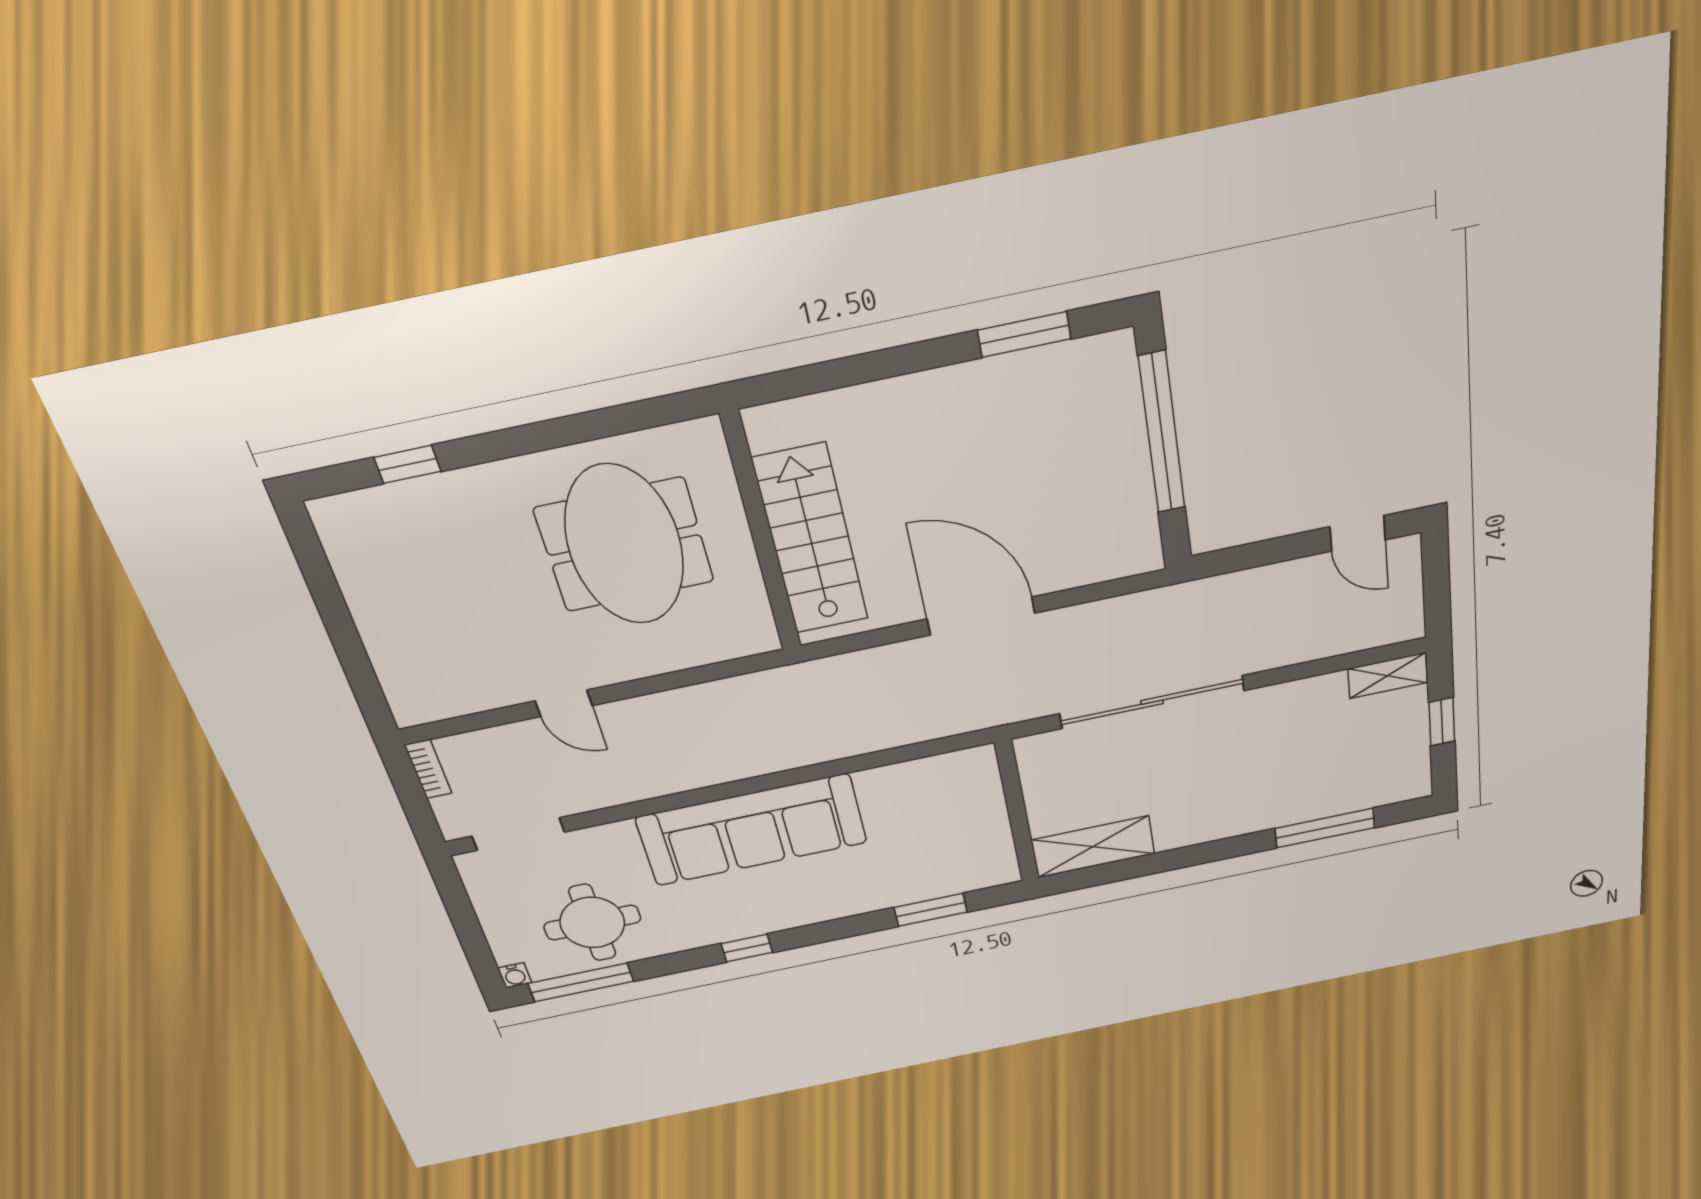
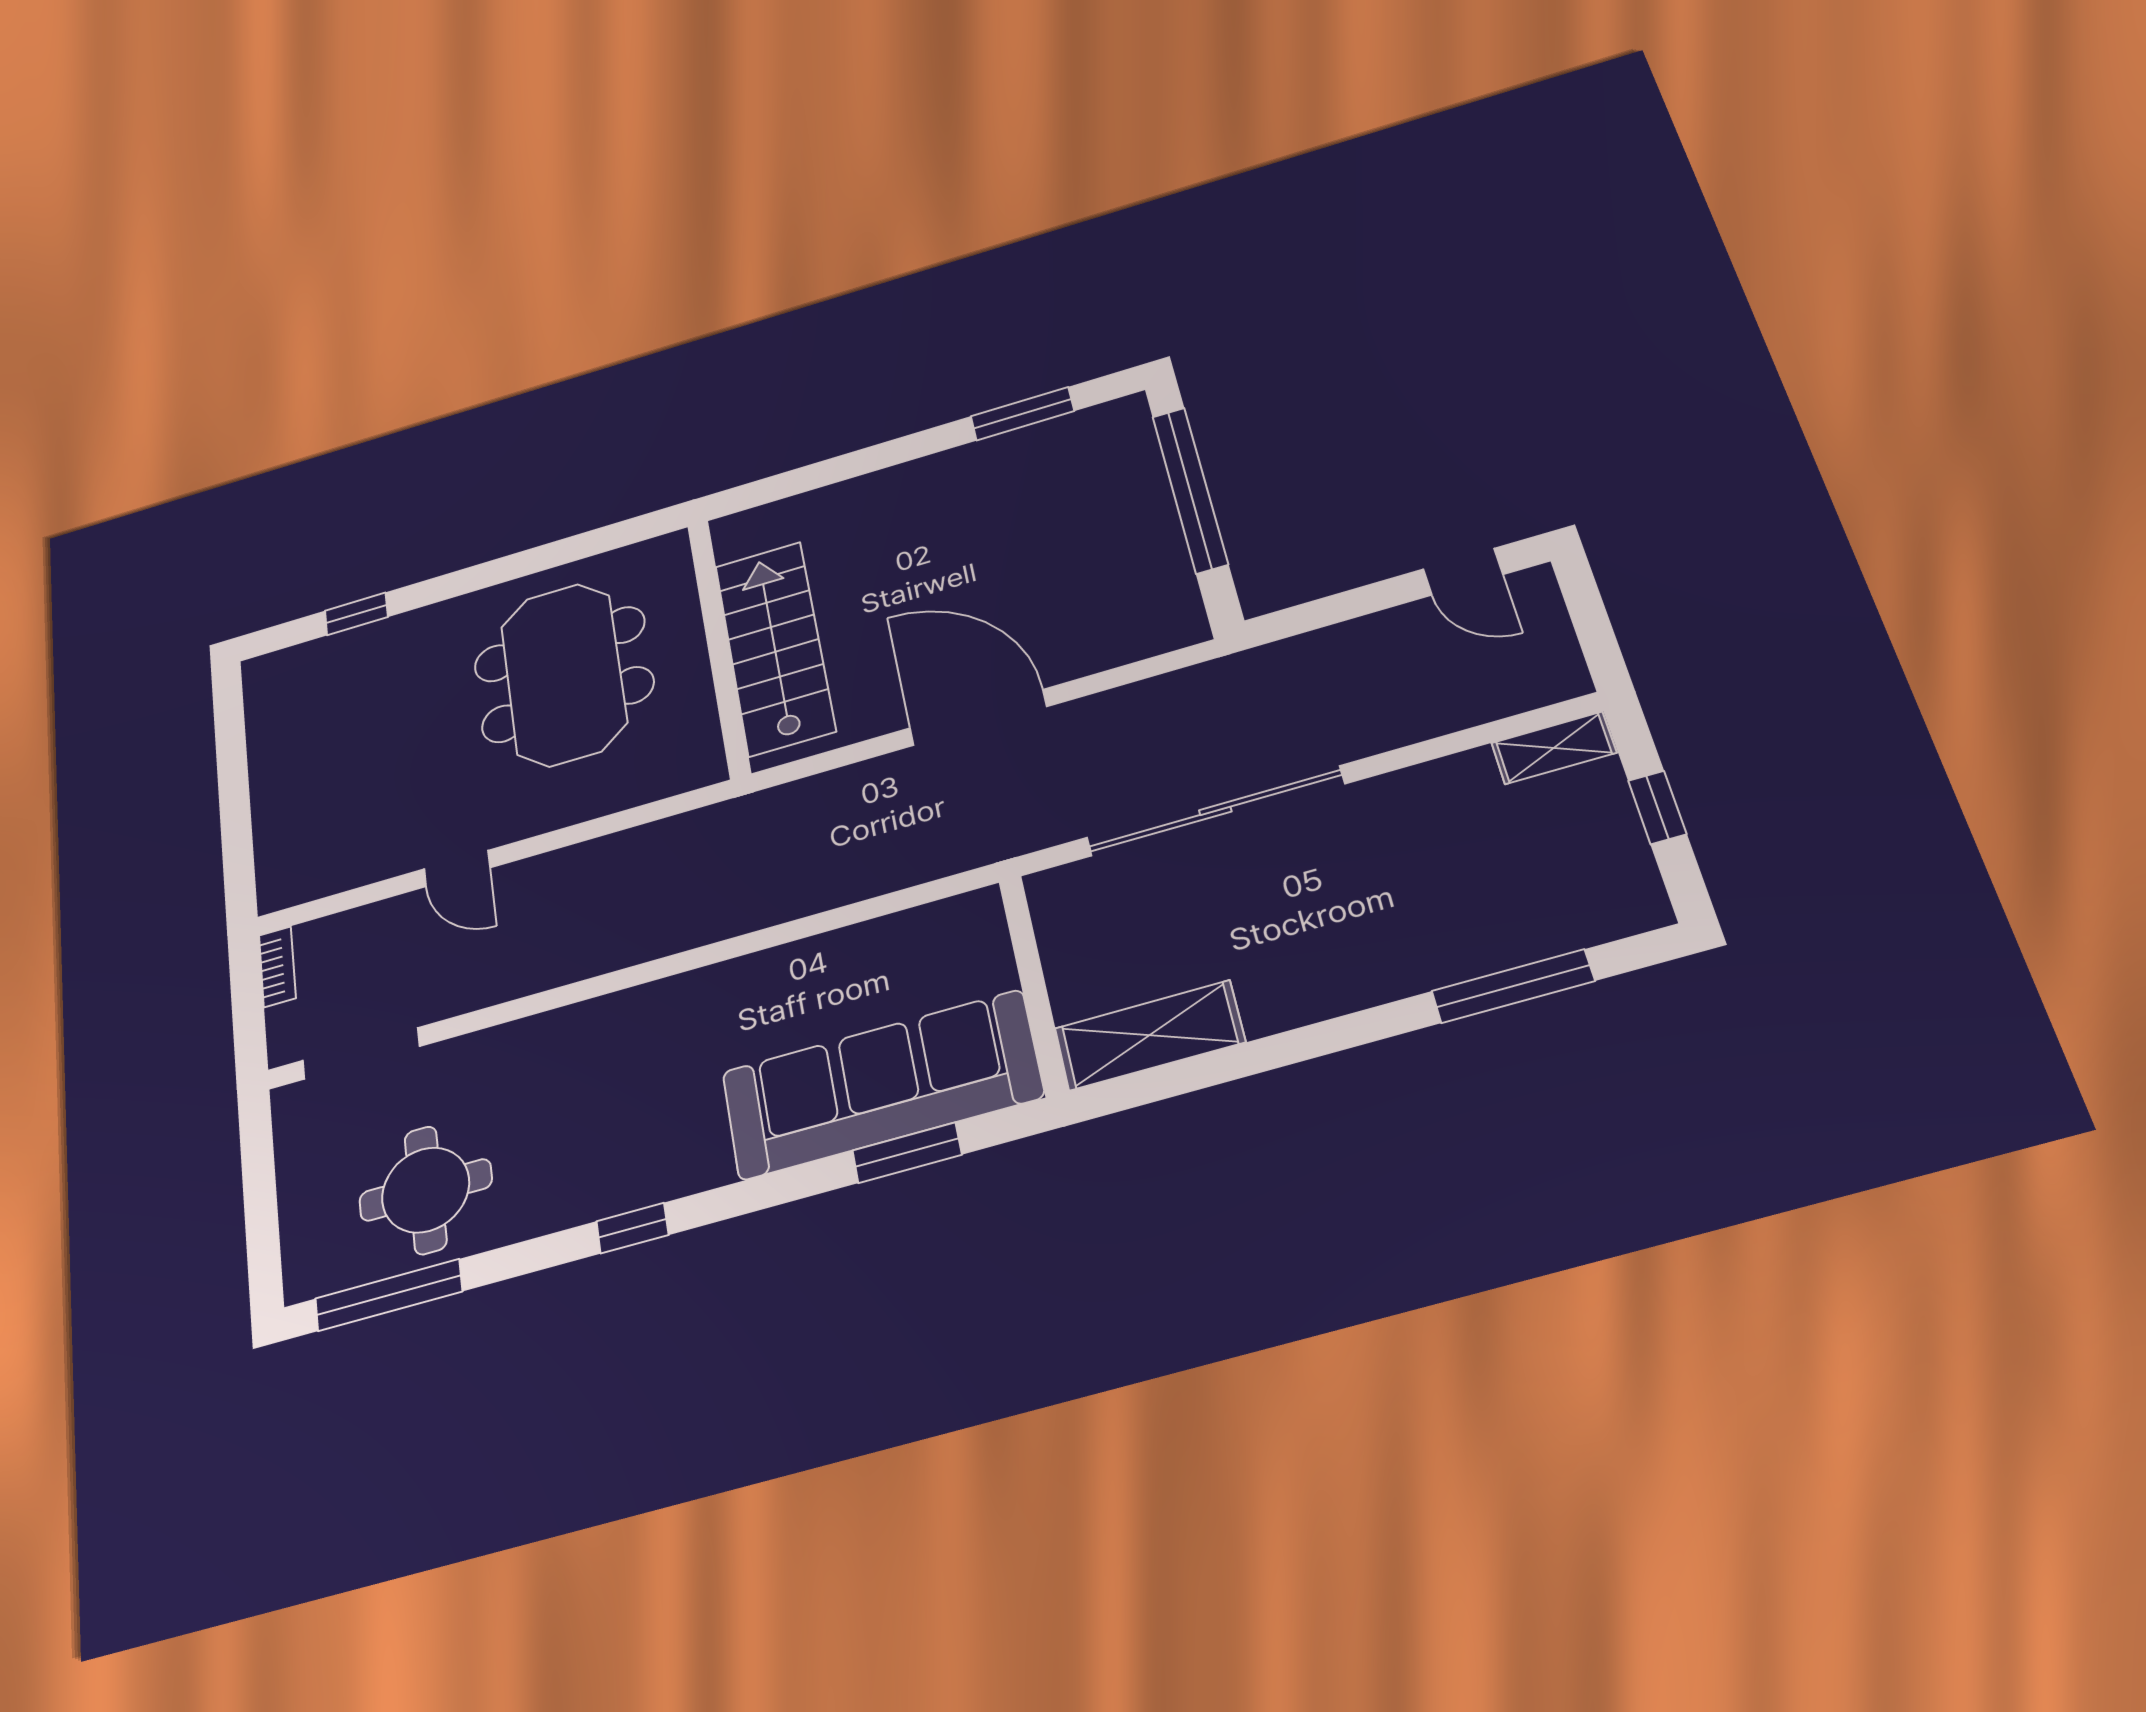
sofa: (752, 830) -> (882, 1085), moved, turned 180
water cooler: (515, 975) -> (302, 1284), removed

